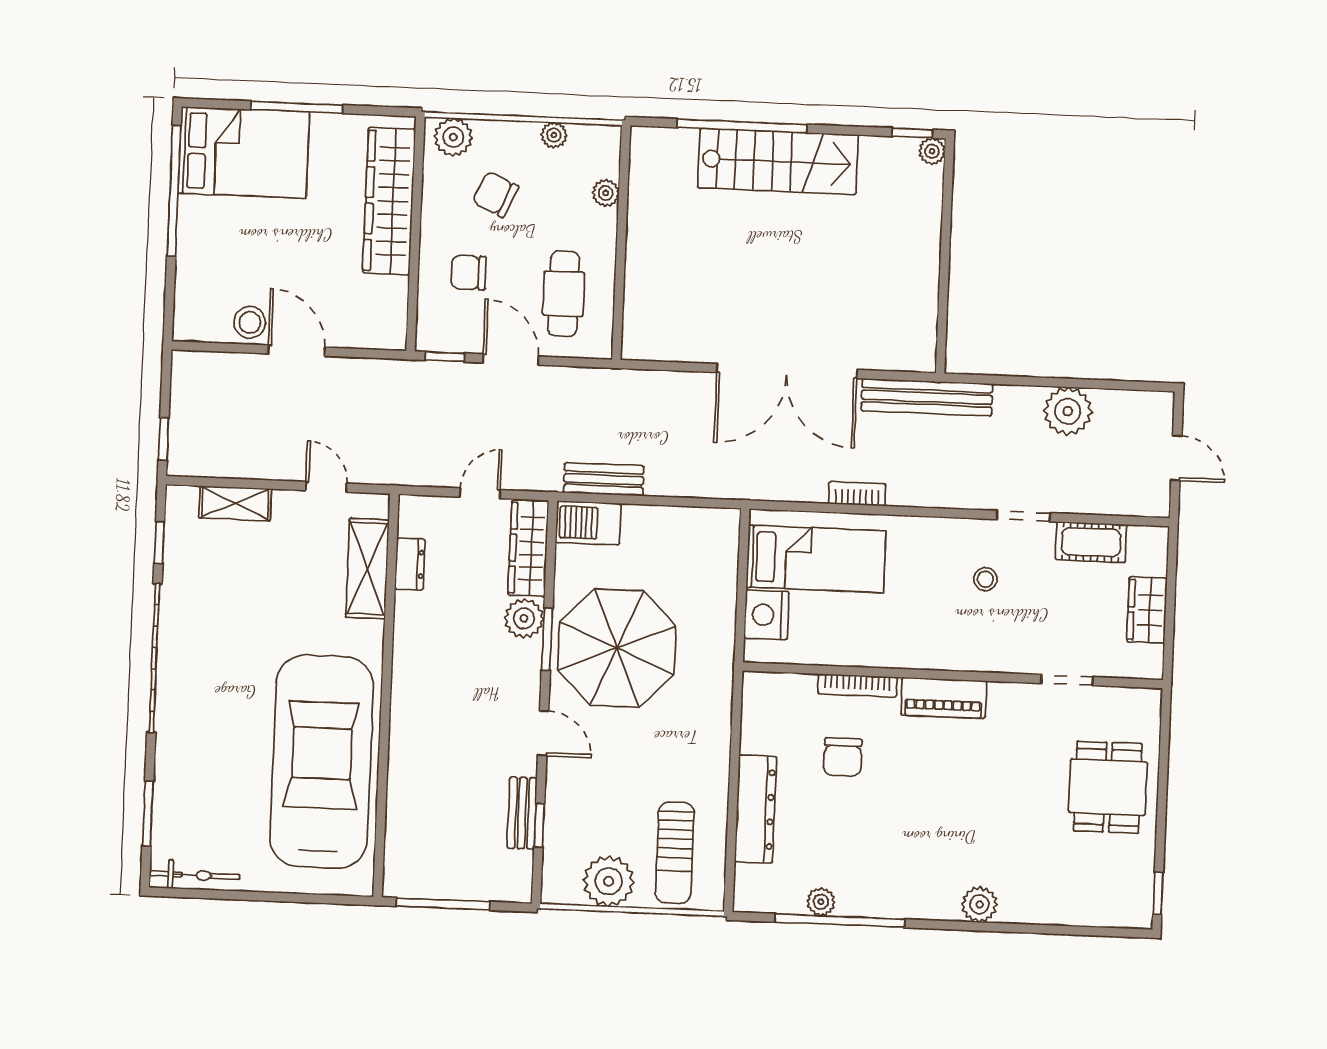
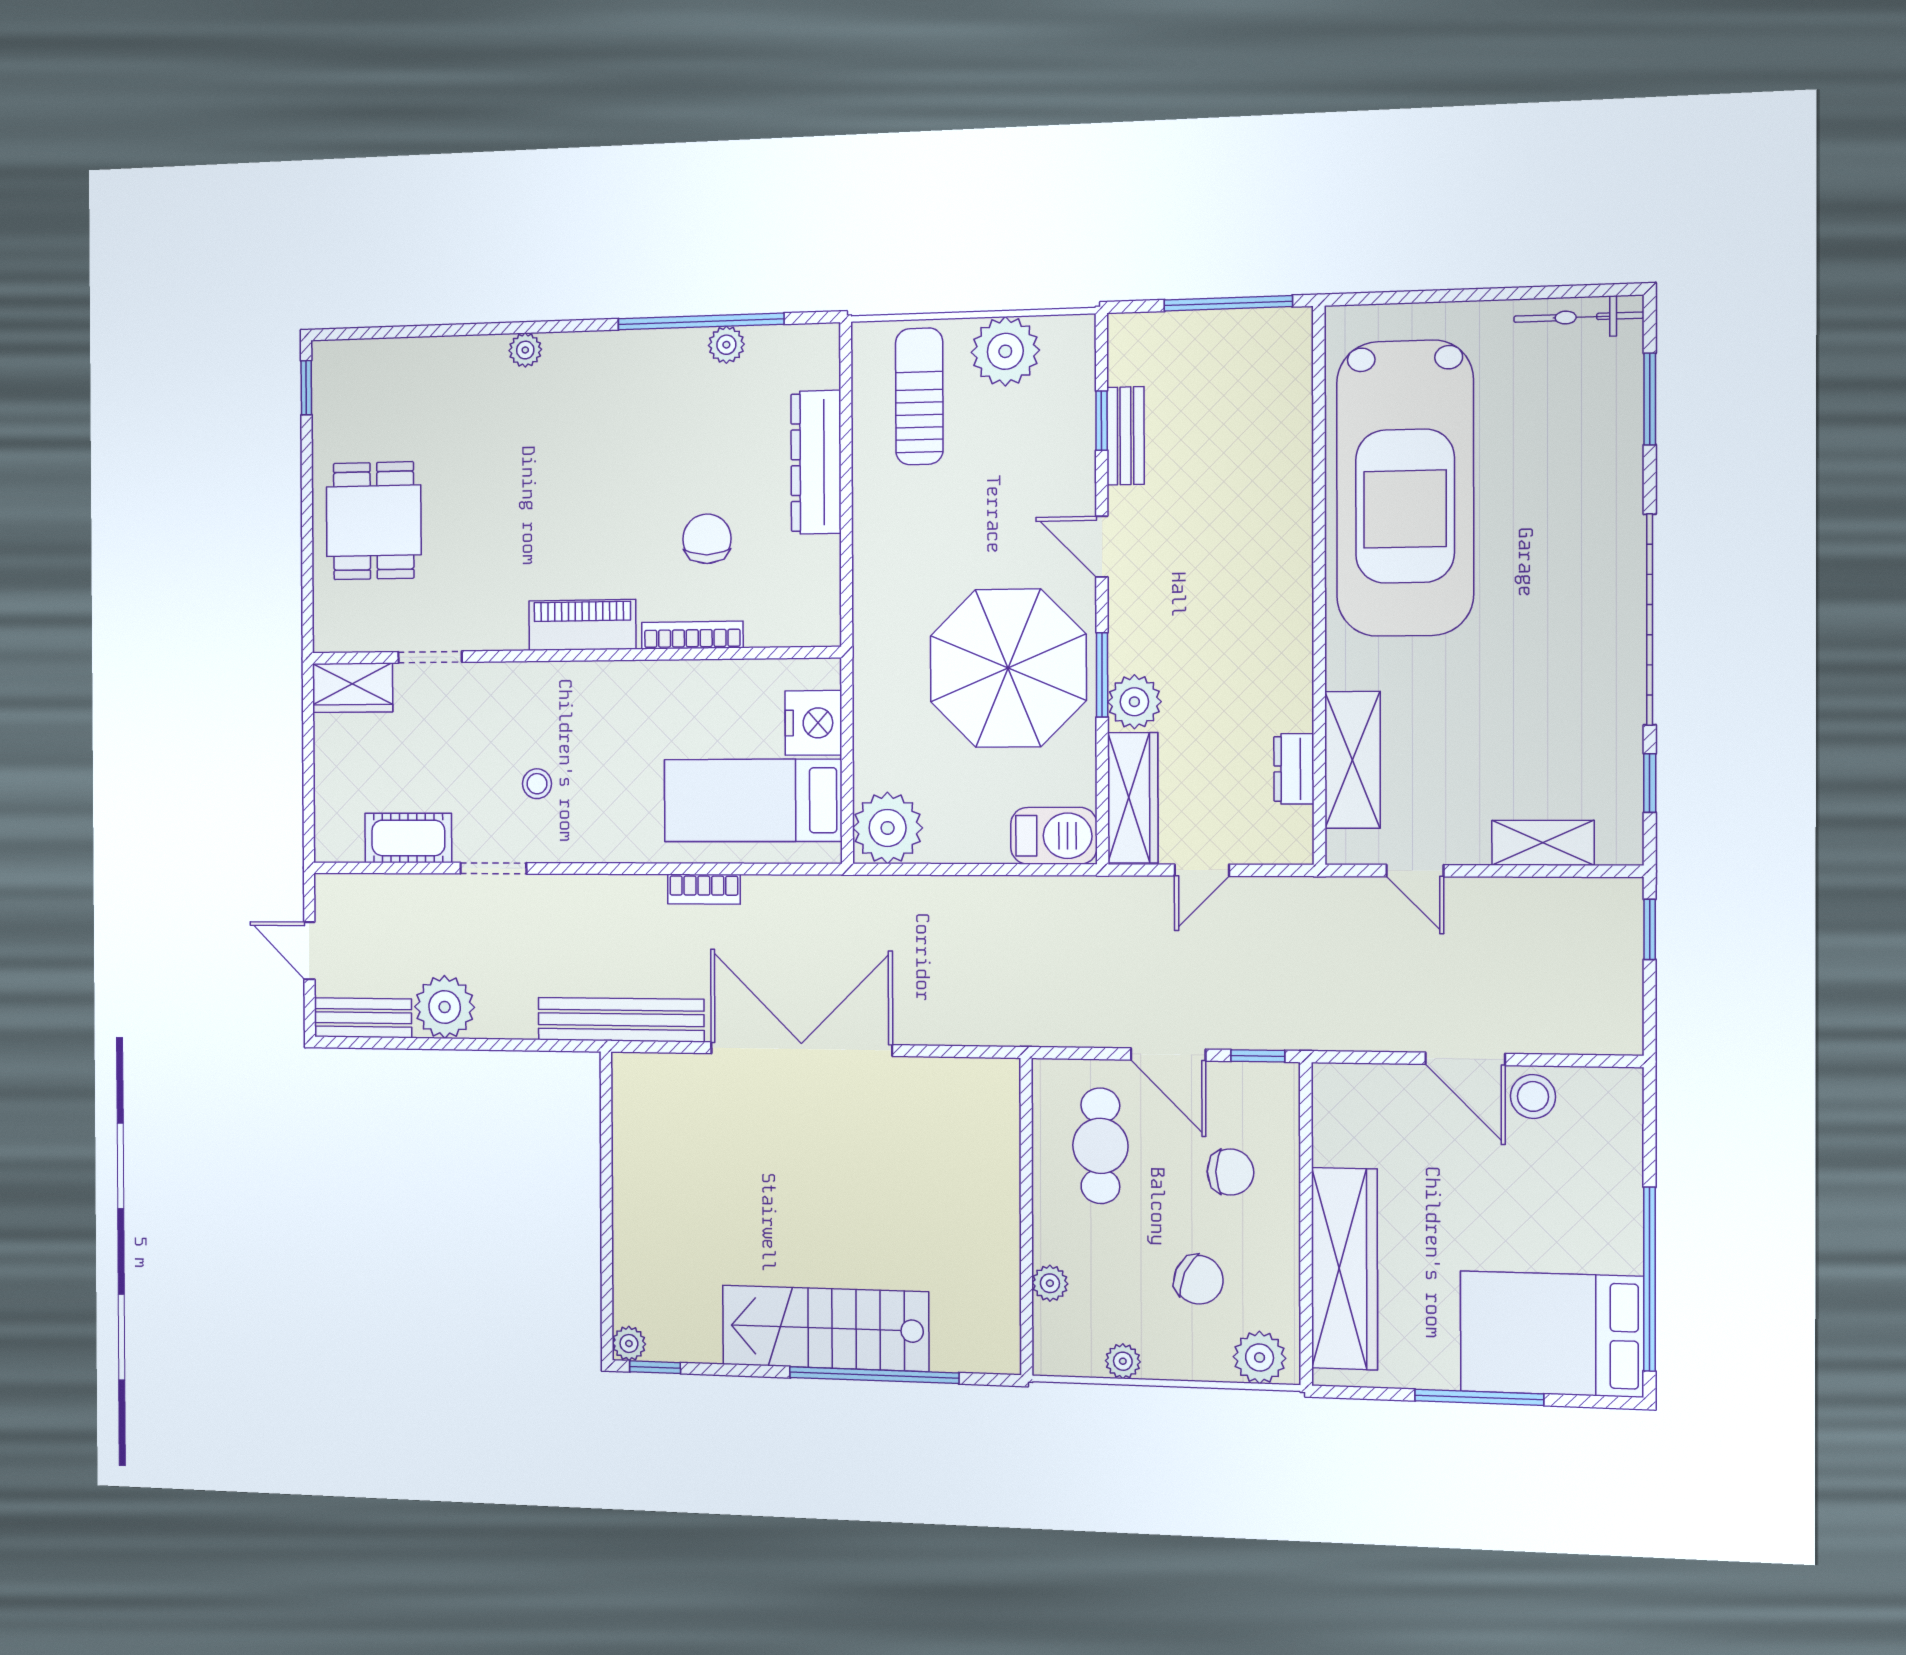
bench: (604, 479) -> (363, 1018), moved
plant: (713, 534) -> (888, 828), added
wardrobe: (1147, 610) -> (353, 688), moved, turned 90
plant: (980, 904) -> (525, 350), width x0.73, depth x0.73

